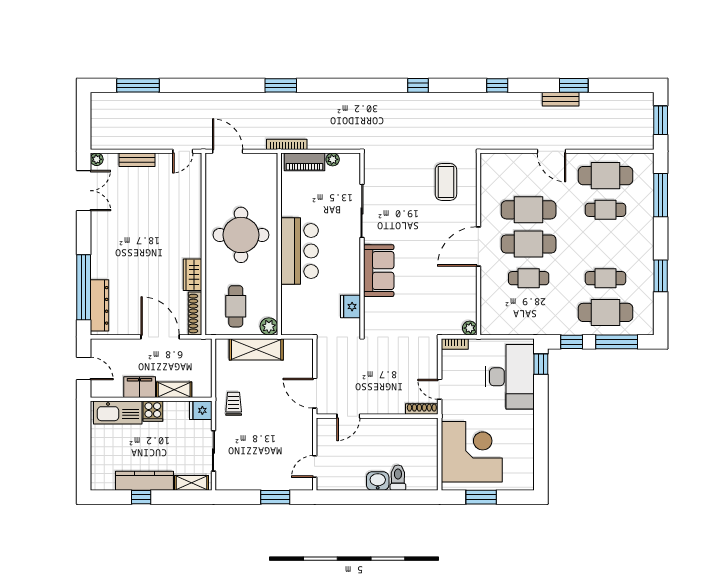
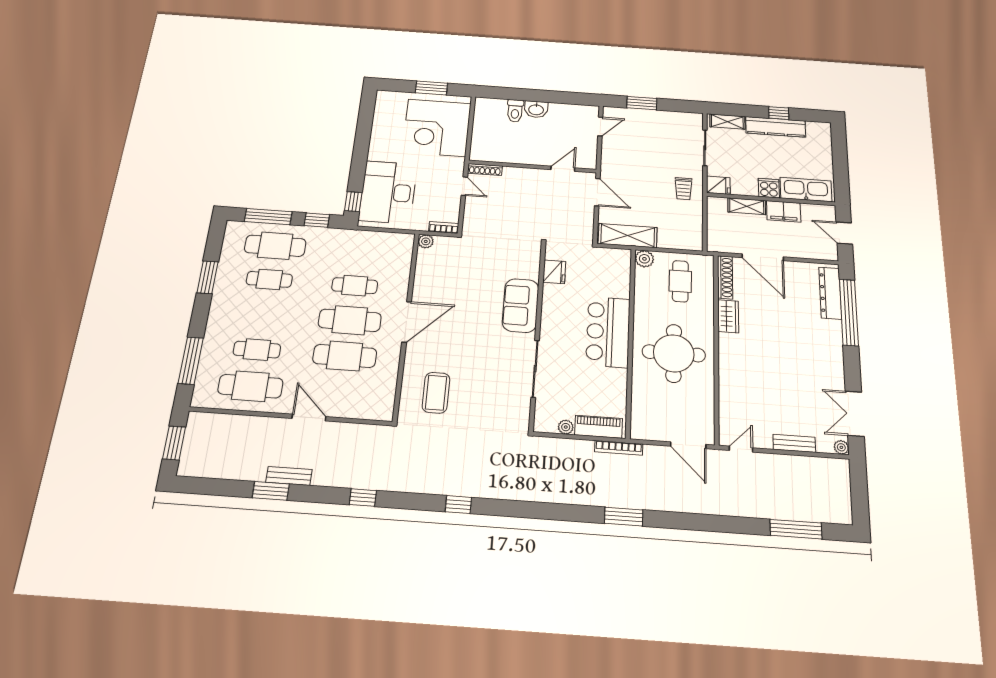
shelving: (256, 349) -> (628, 236), moved

